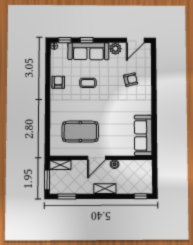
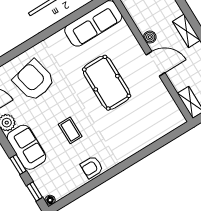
sofa: (88, 51) -> (26, 147), width x0.73
armchair: (131, 80) -> (34, 80), width x1.88, depth x1.88
pool table: (80, 132) -> (107, 83), moved

